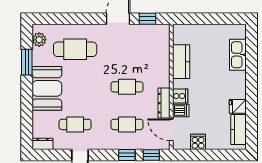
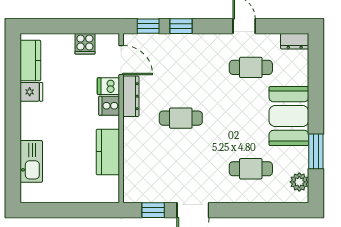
cafe table: (75, 49) -> (251, 169), width x0.73, depth x0.74
cafe table: (127, 124) -> (181, 67), removed

